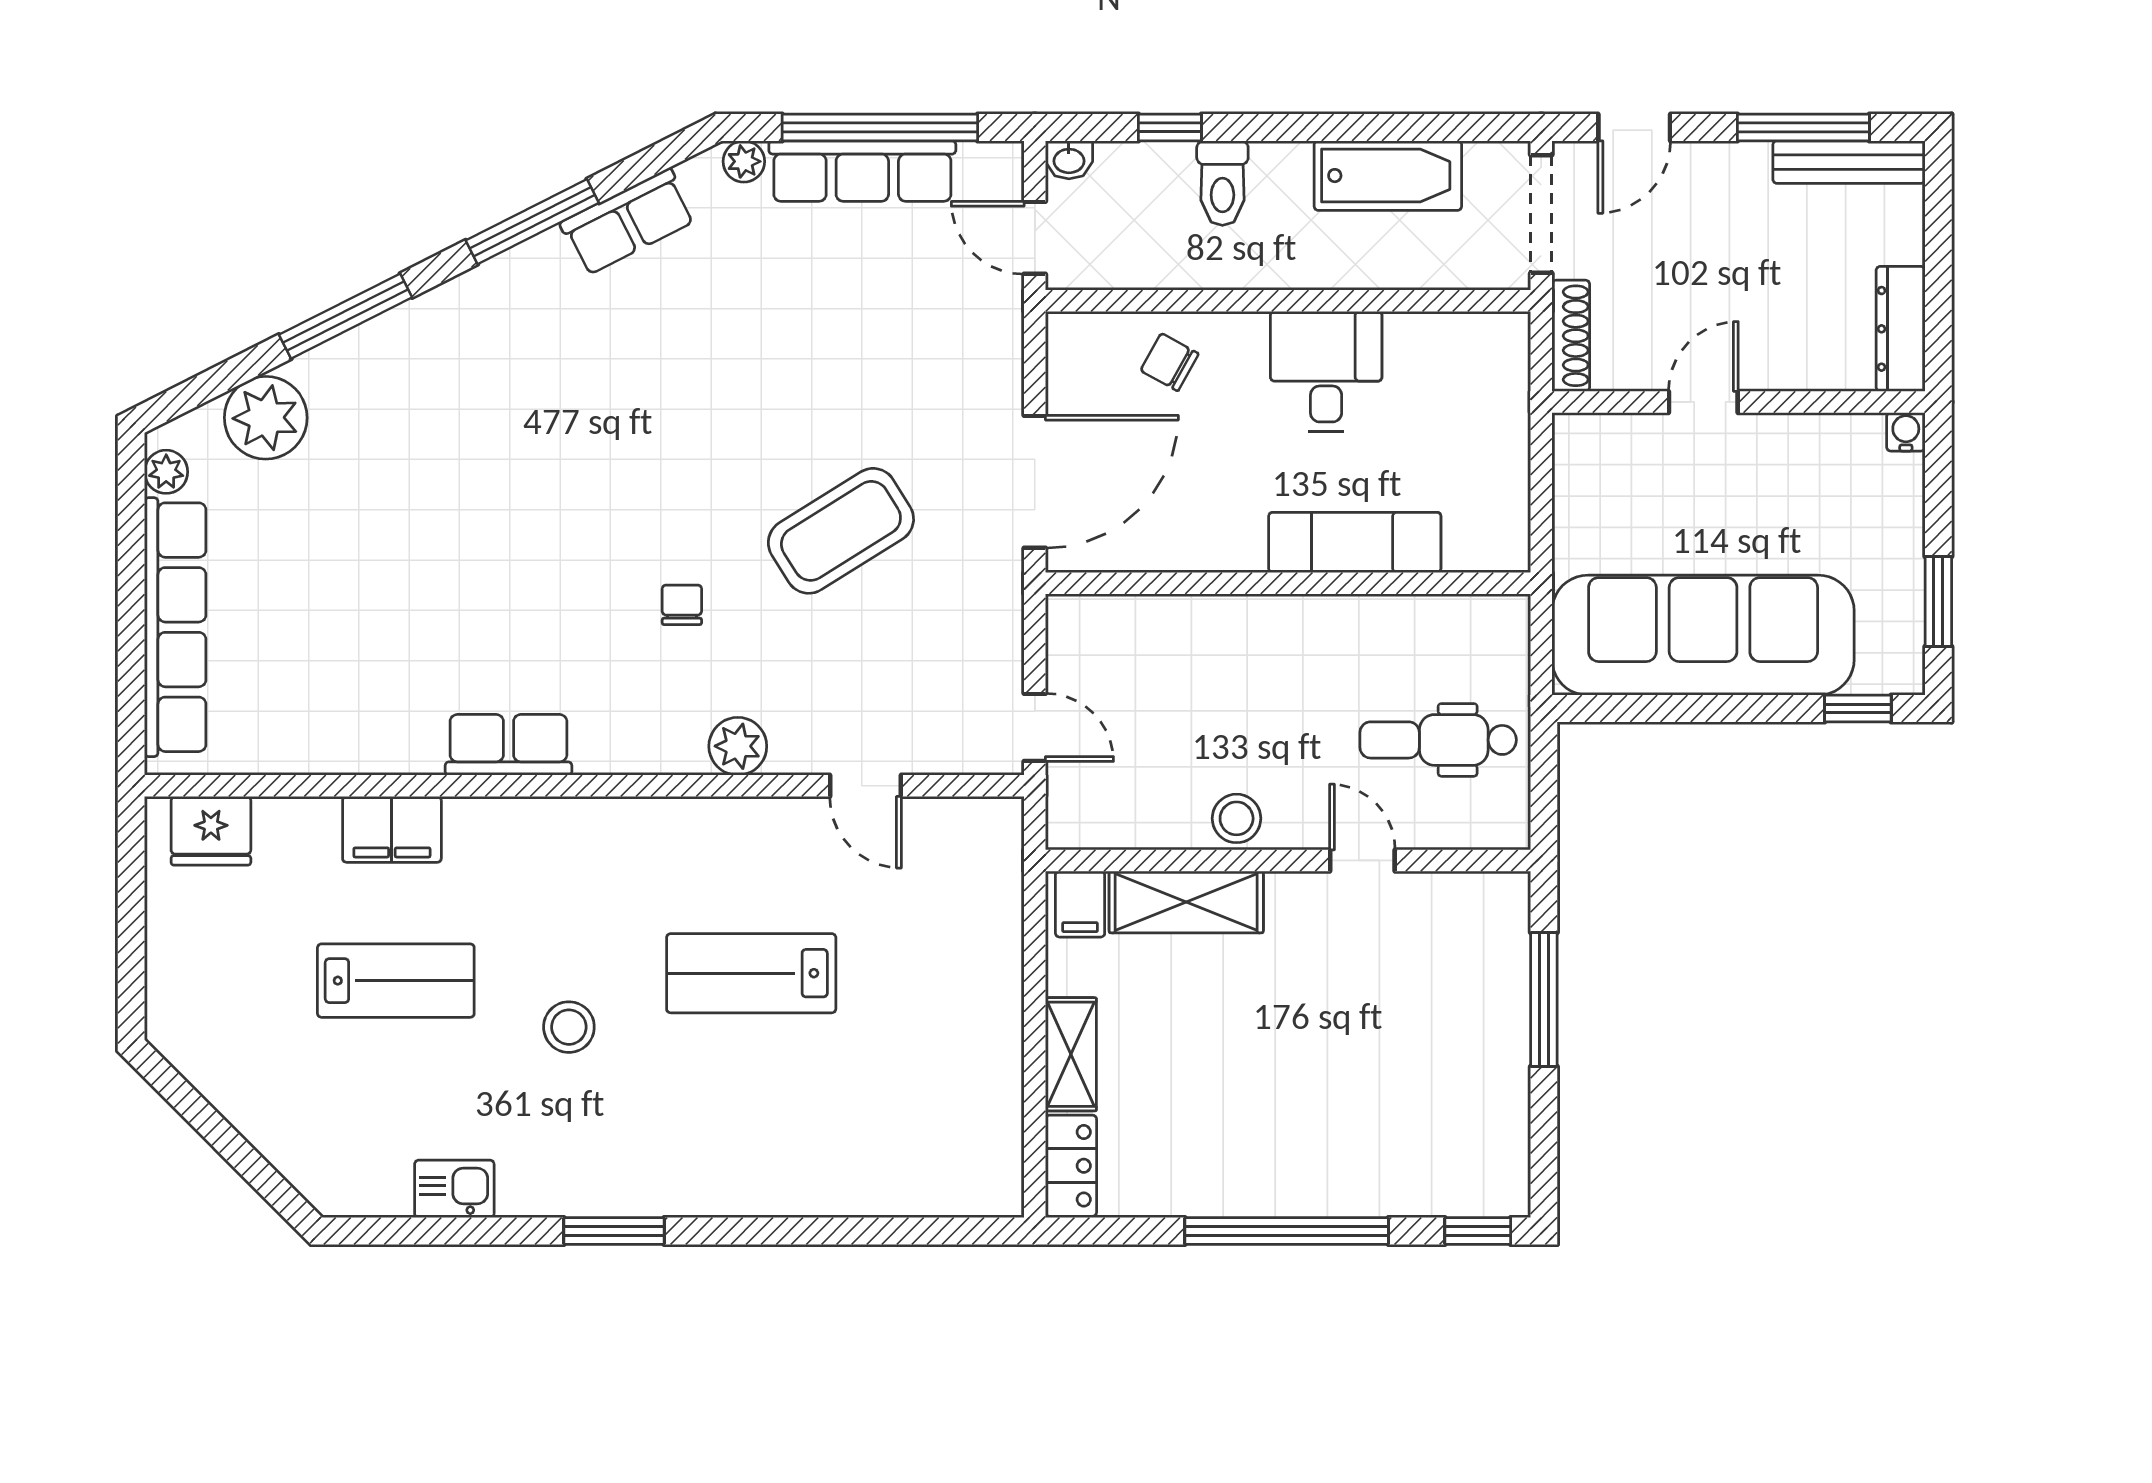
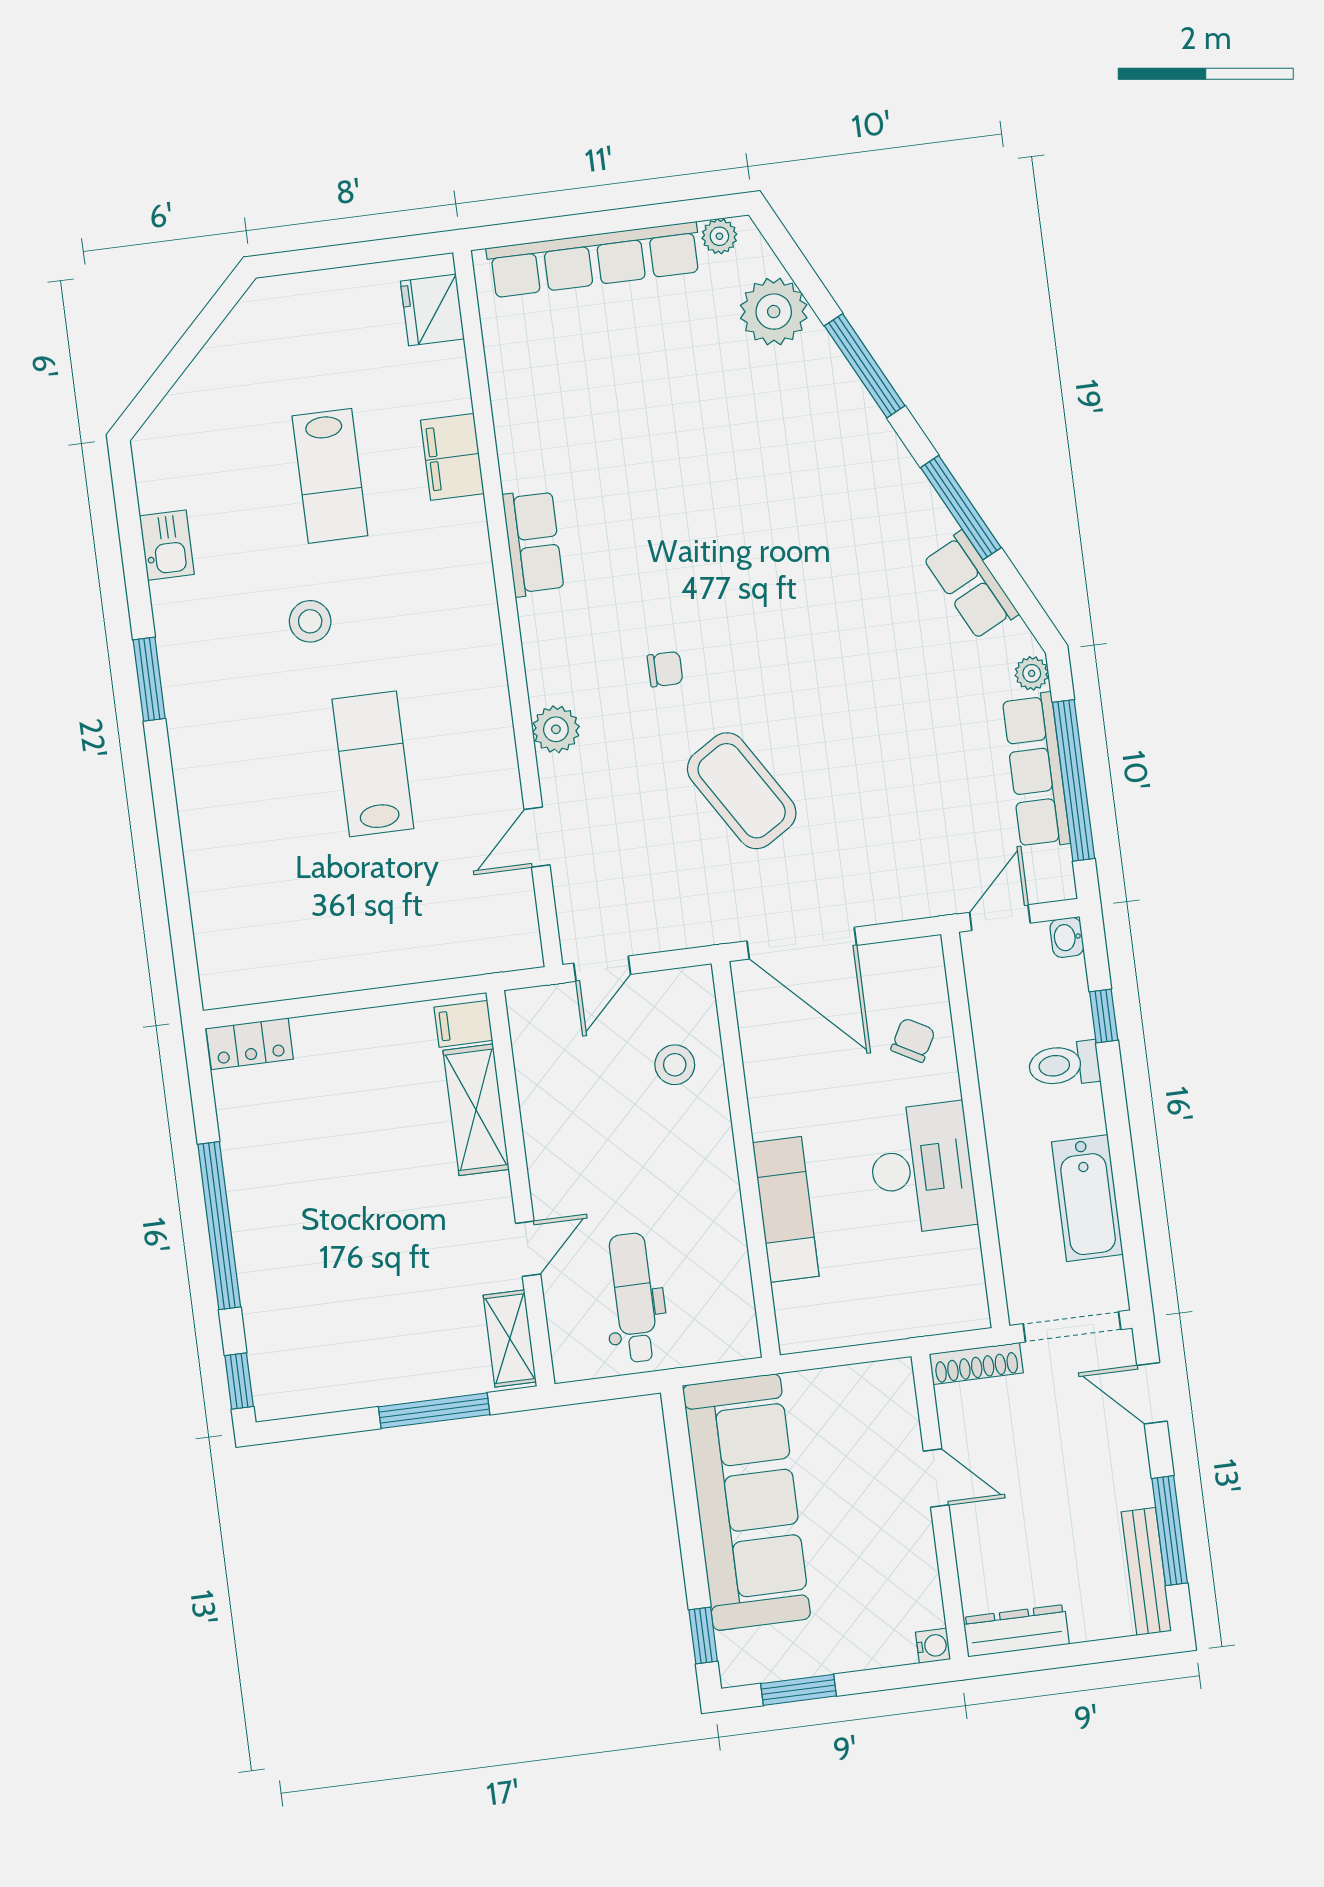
desk: (1326, 371) -> (922, 1168), width x1.37
stool: (1237, 818) -> (675, 1065), moved
shelving: (1071, 1054) -> (510, 1339), moved, turned 90

